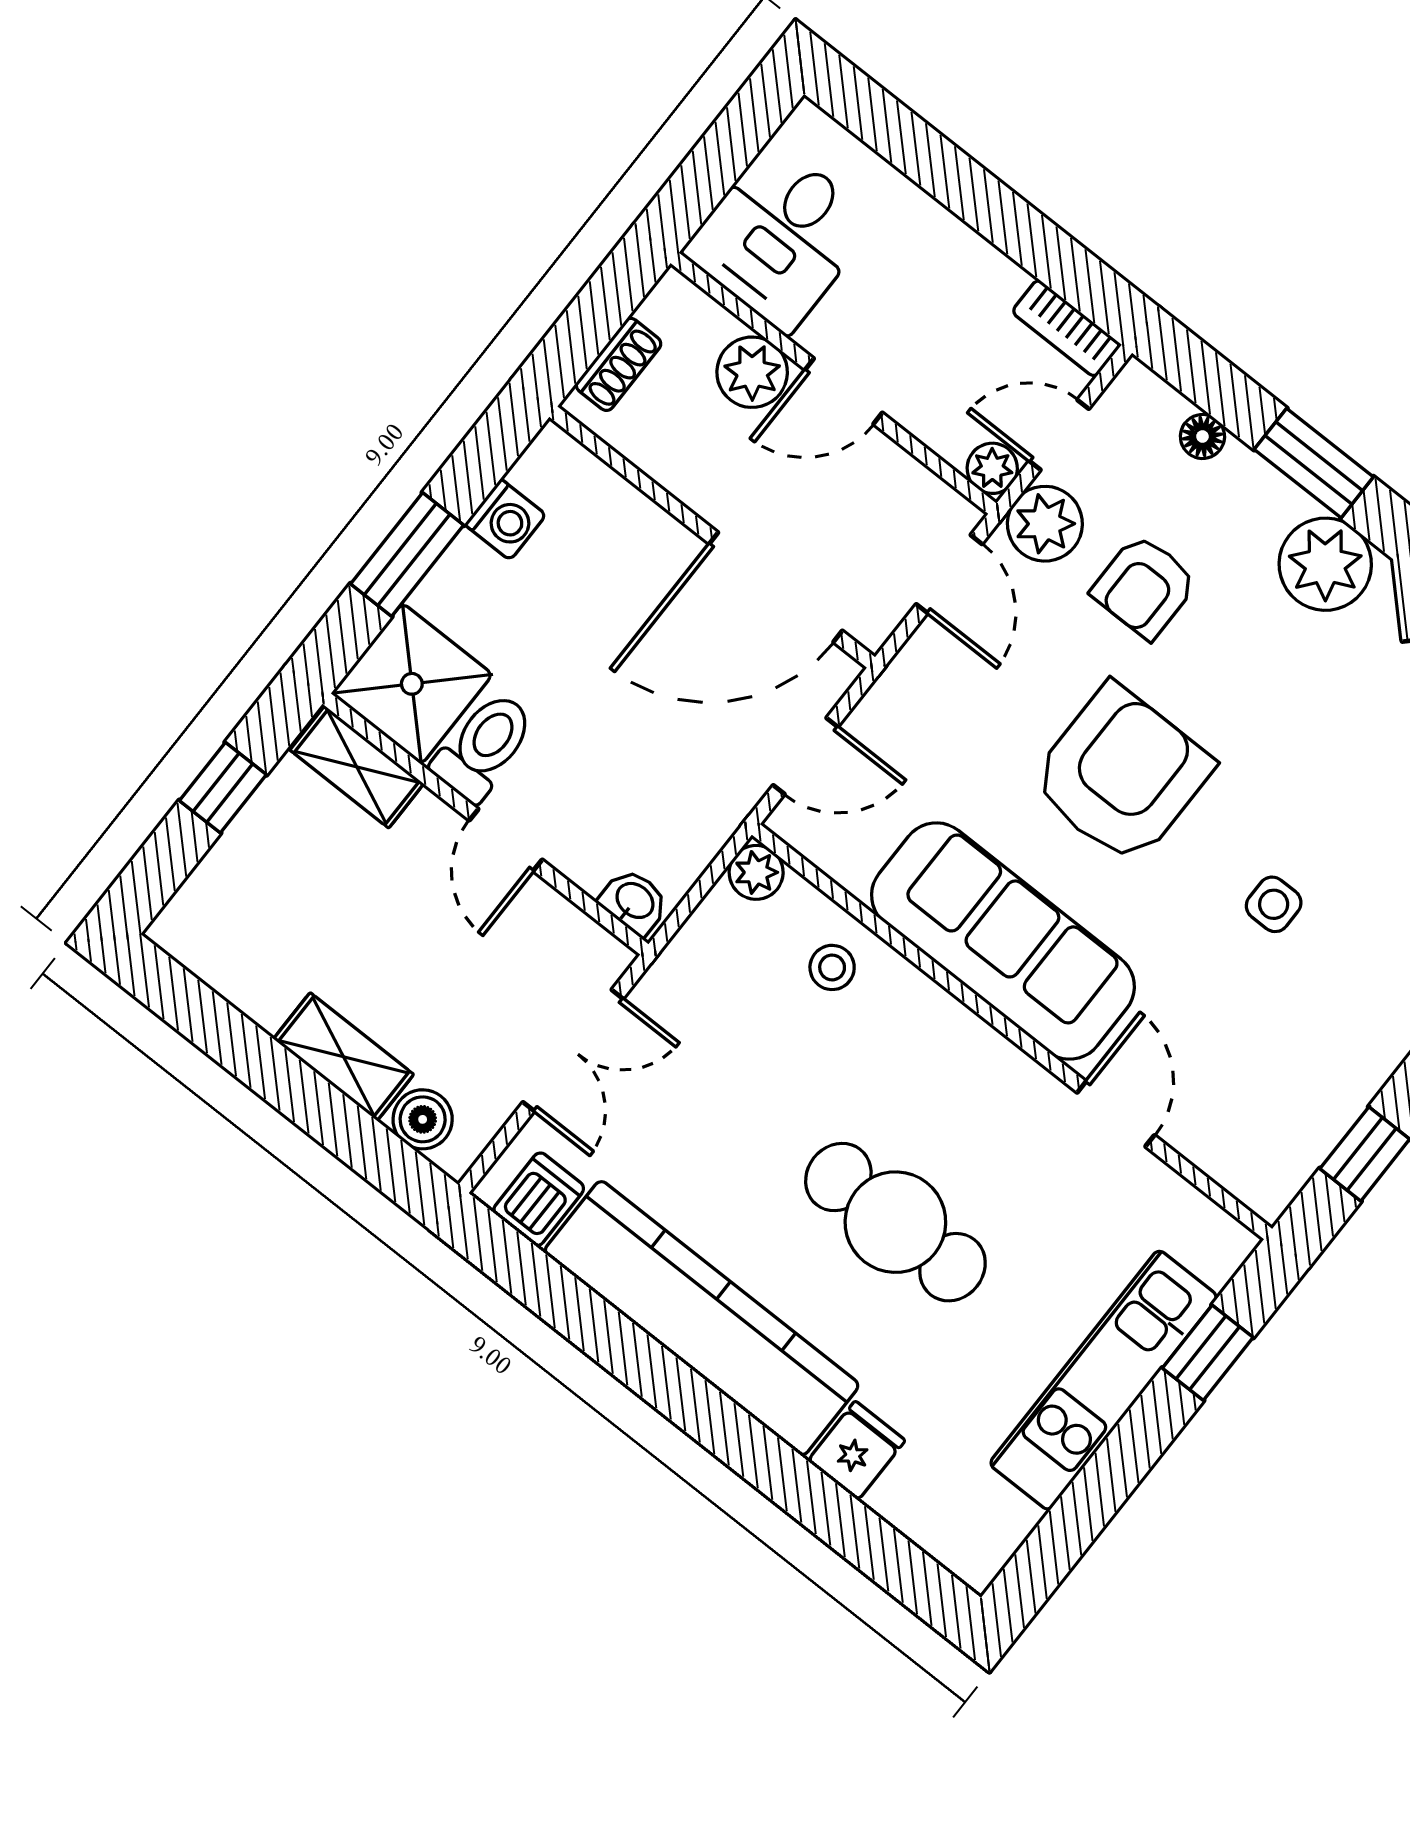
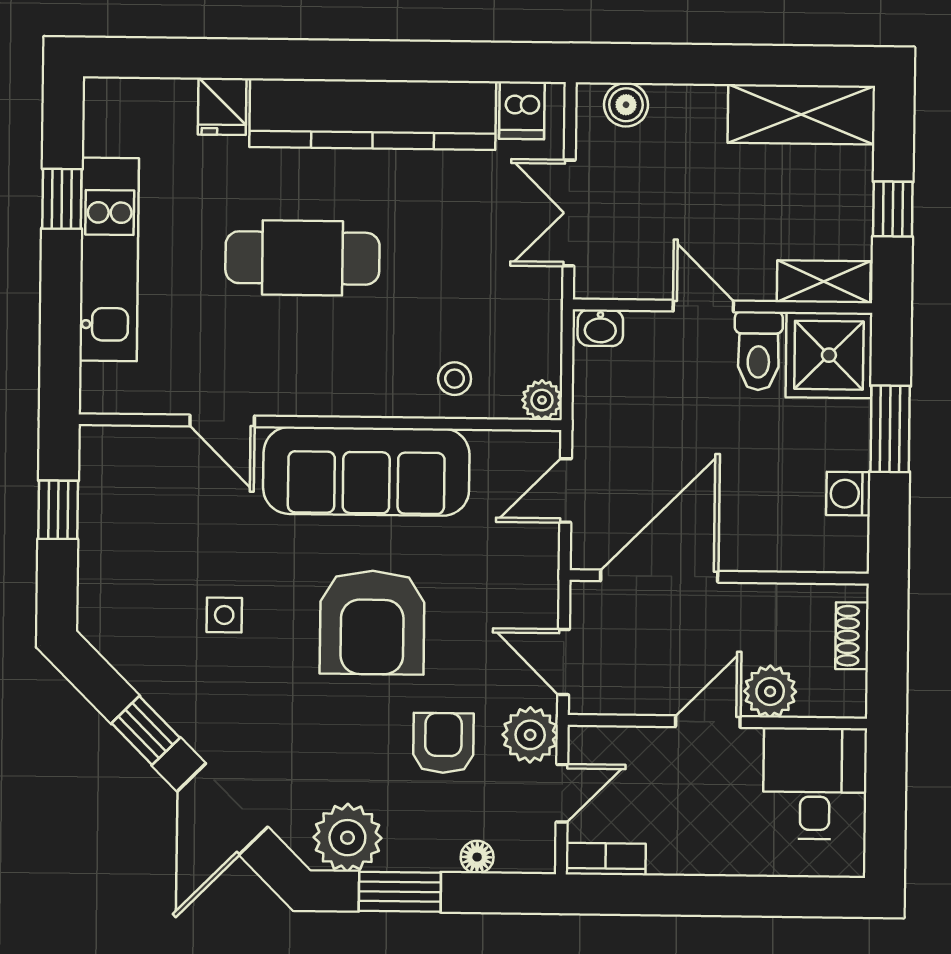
plant: (992, 468) -> (586, 744), removed
shelving: (344, 1057) -> (801, 114), moved, width x1.50, depth x1.33
window: (1208, 1353) -> (62, 199), moved

